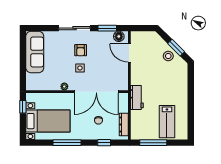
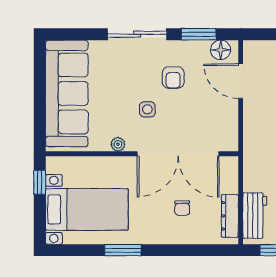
armchair: (81, 50) -> (173, 78), moved
sofa: (35, 52) -> (67, 93), width x1.36, depth x1.27
workbench: (137, 98) -> (255, 216), moved
window: (67, 143) -> (123, 250), width x0.69
window: (104, 143) -> (193, 250), removed

